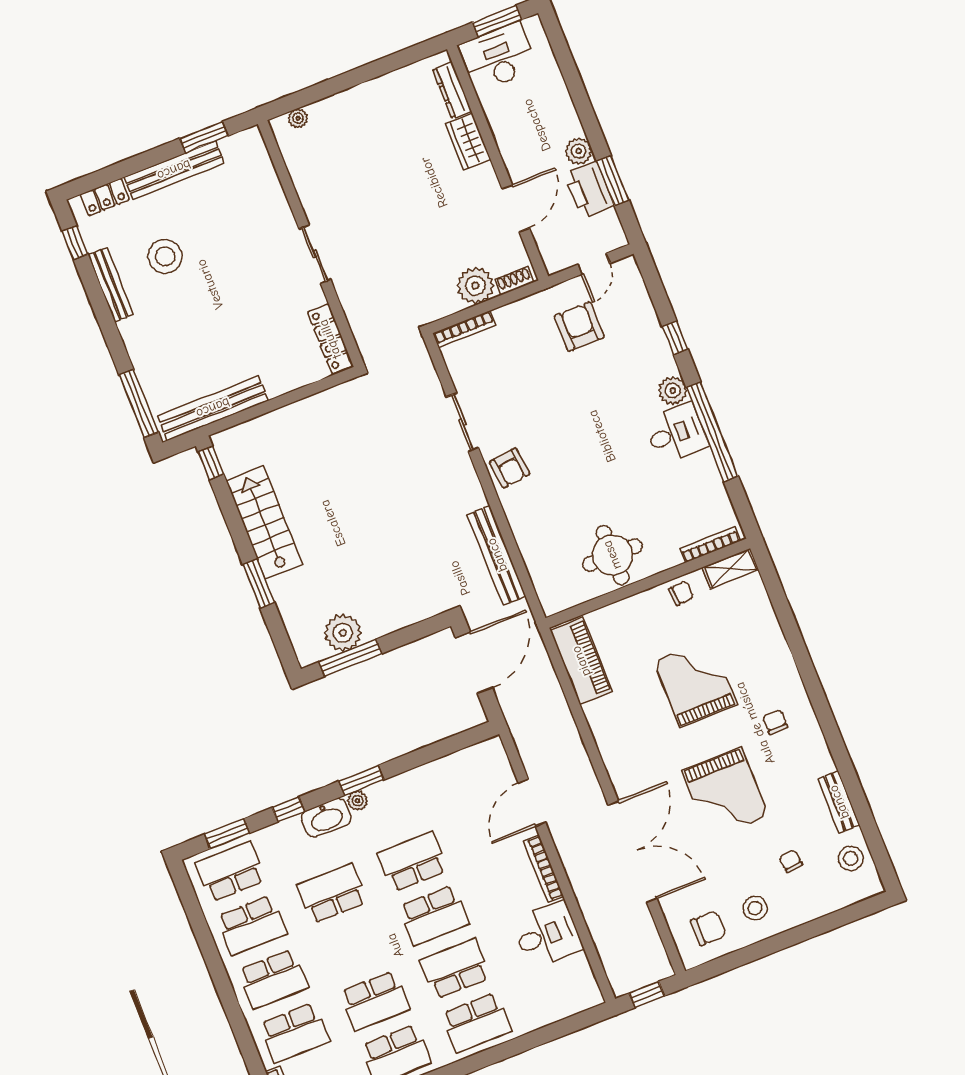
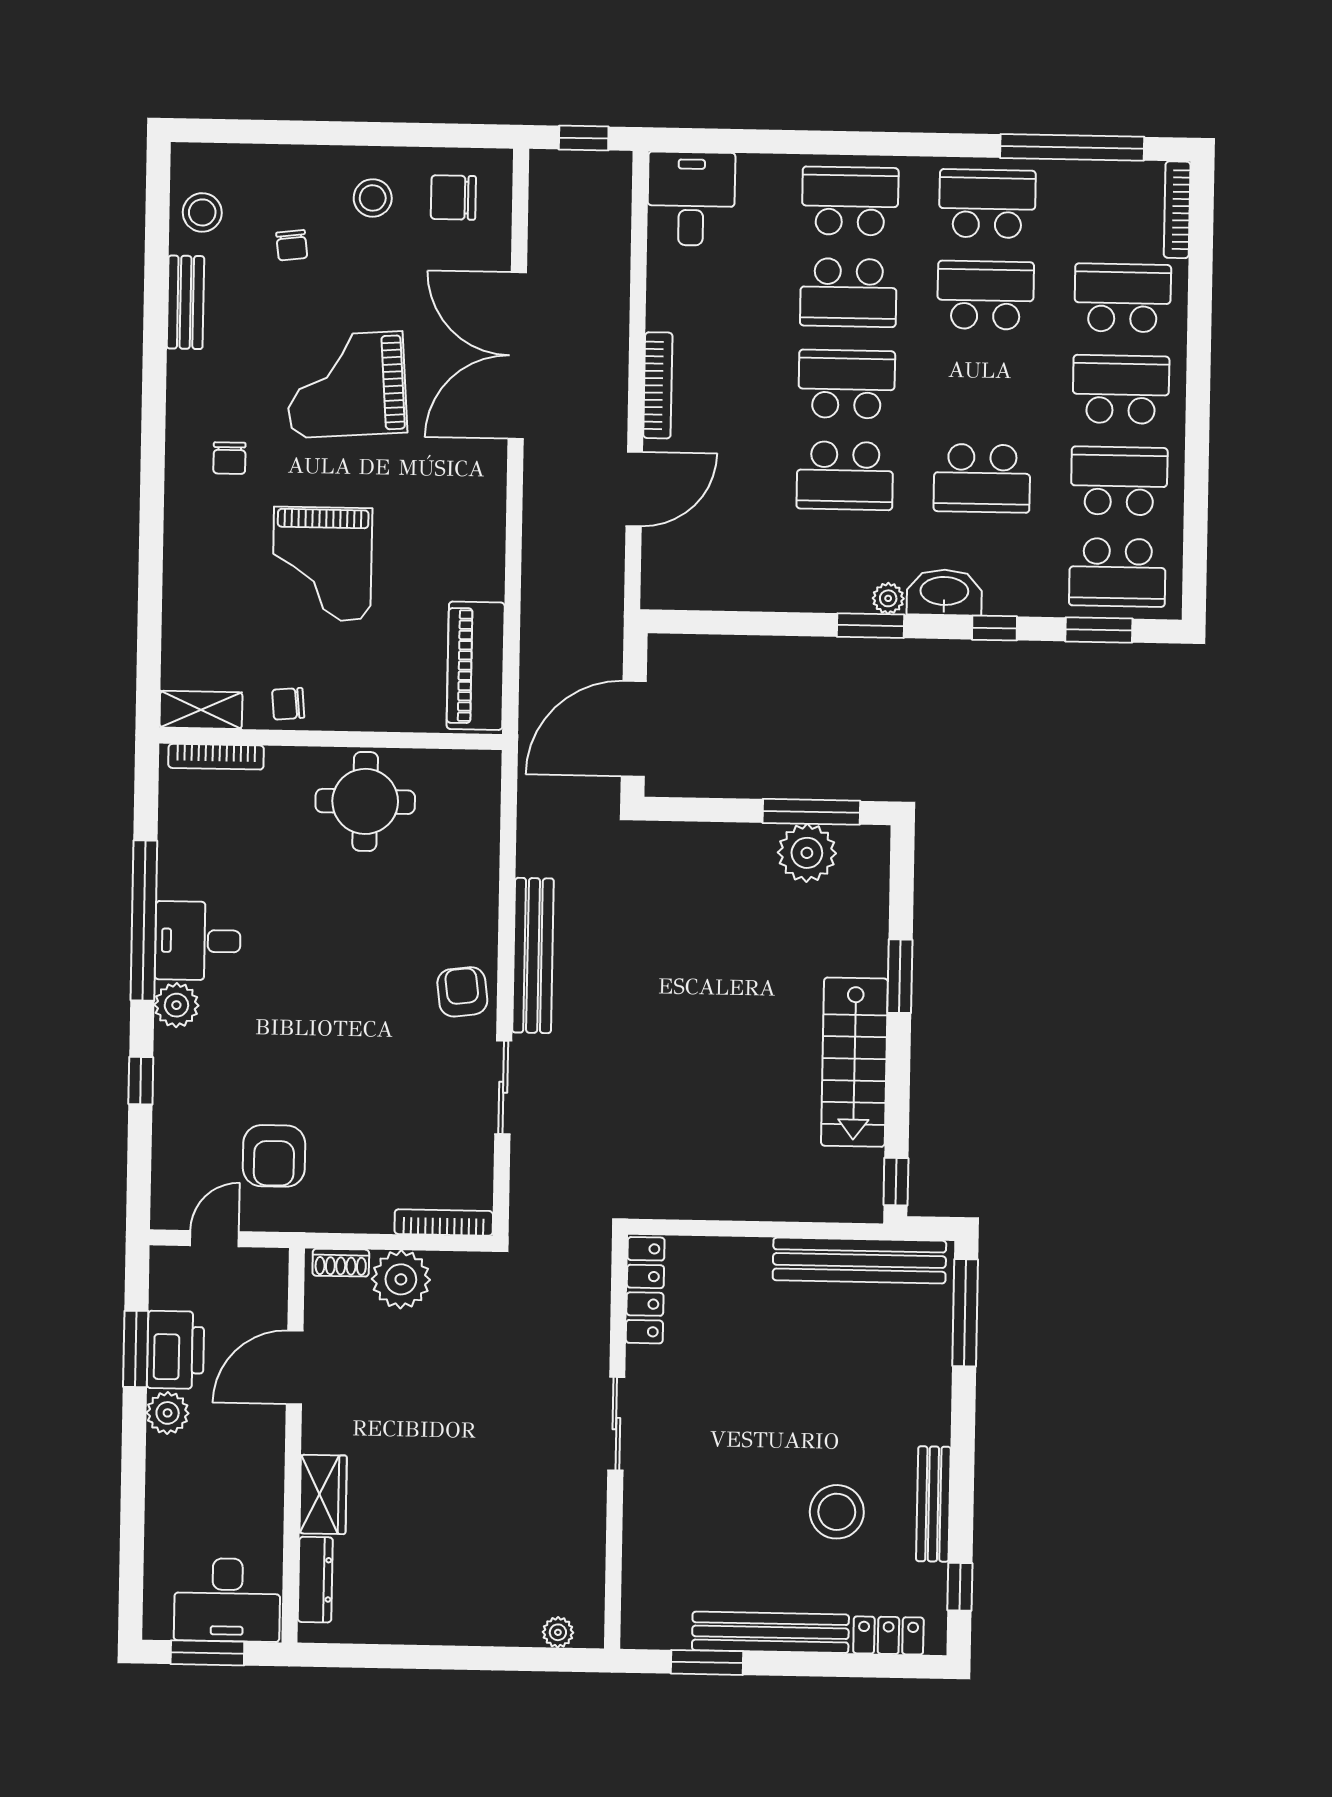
bench: (497, 555) -> (533, 955), moved
grand piano: (725, 793) -> (346, 385), turned -94
desk: (547, 935) -> (691, 199), moved, turned 90

